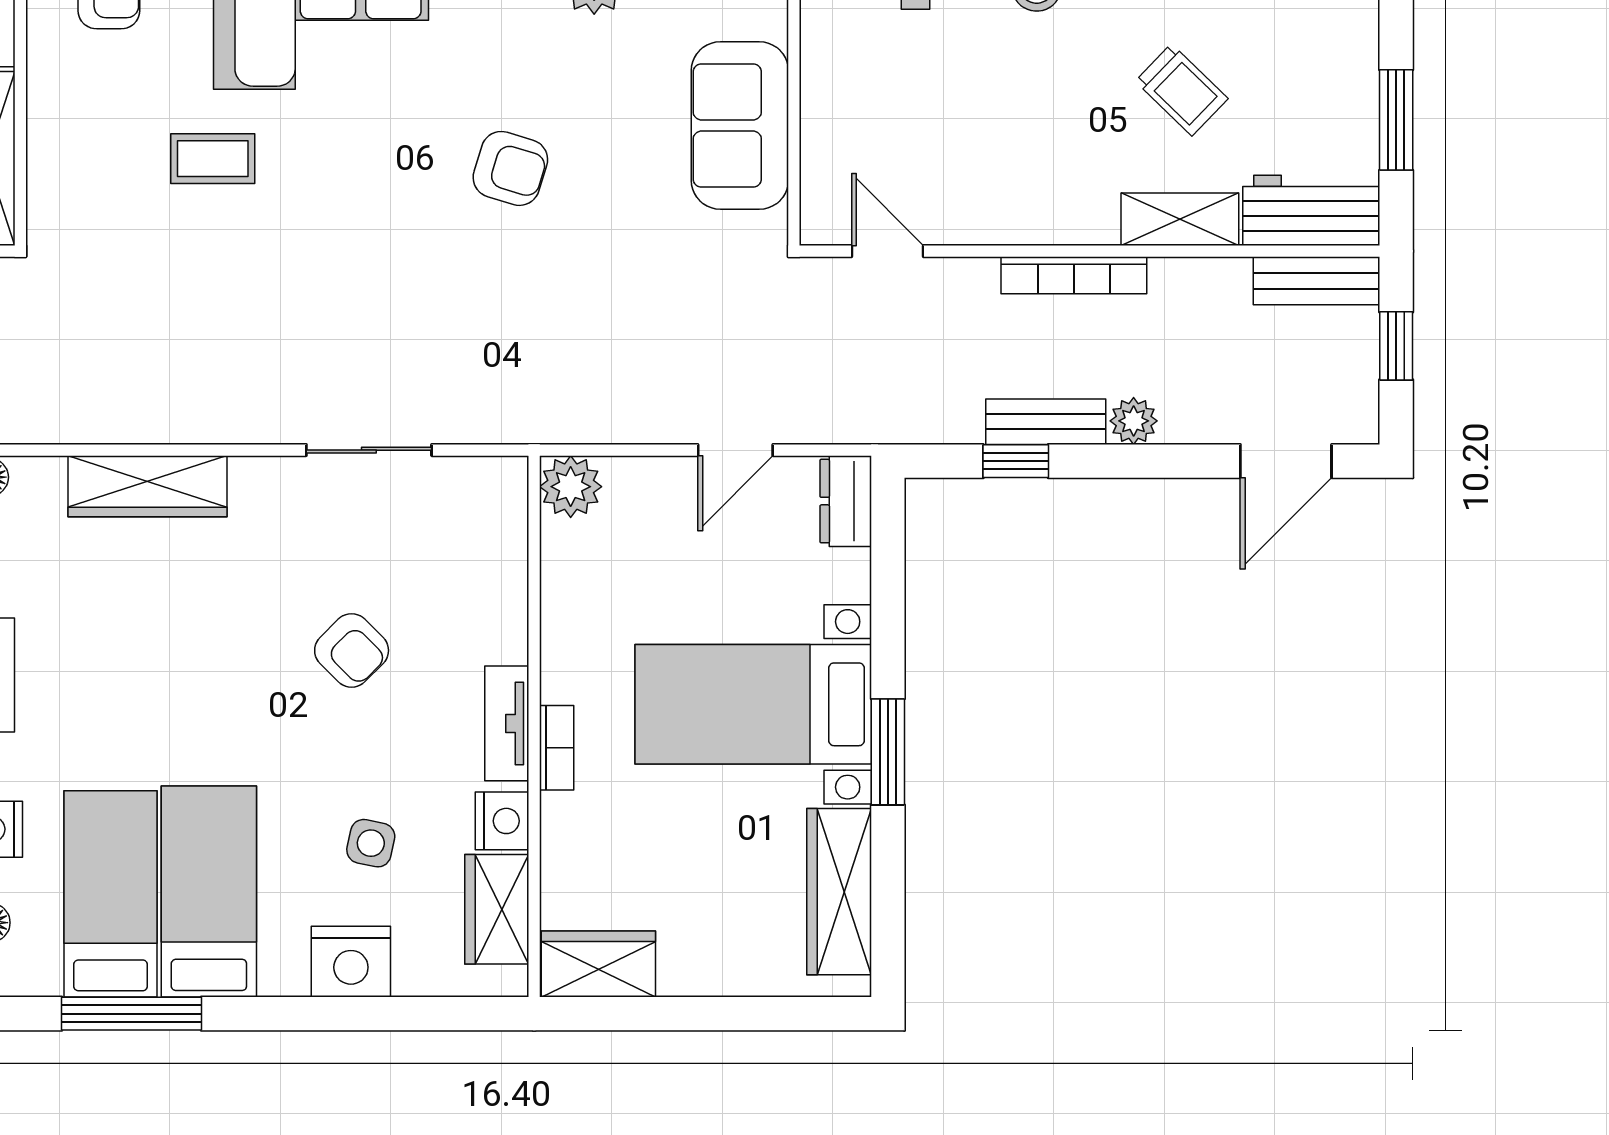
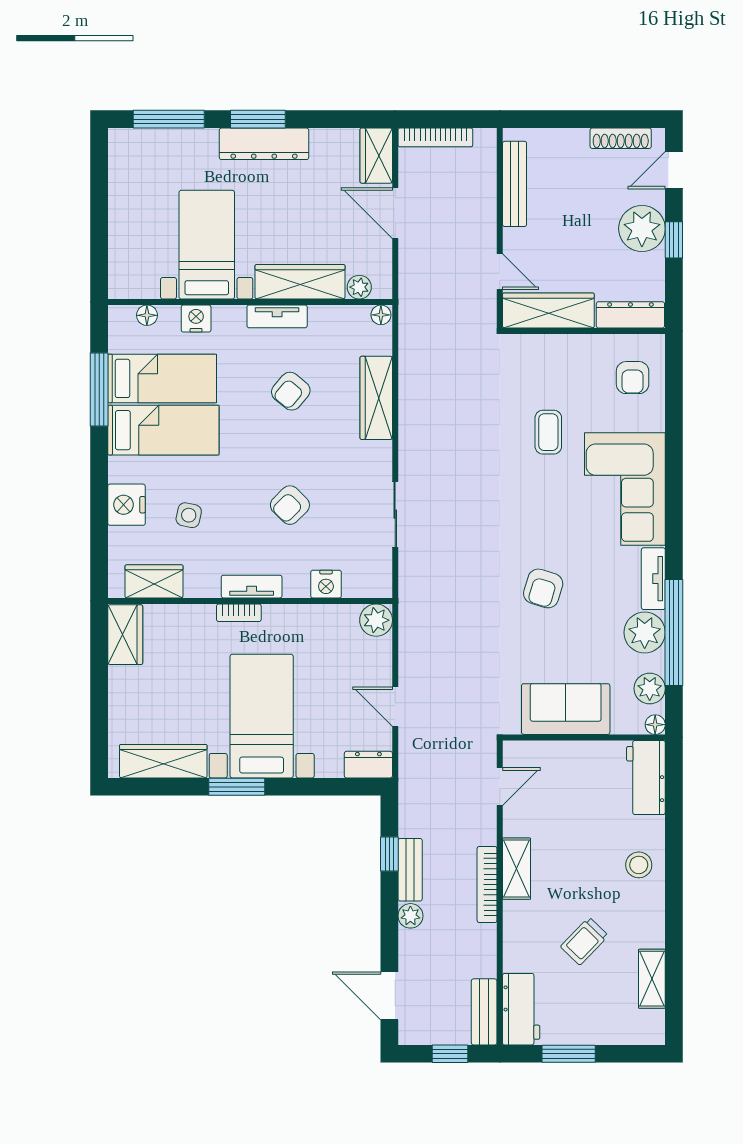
shelving: (1180, 219) -> (516, 869), moved
armchair: (135, 649) -> (291, 391), added
nightstand: (502, 821) -> (326, 584), moved

